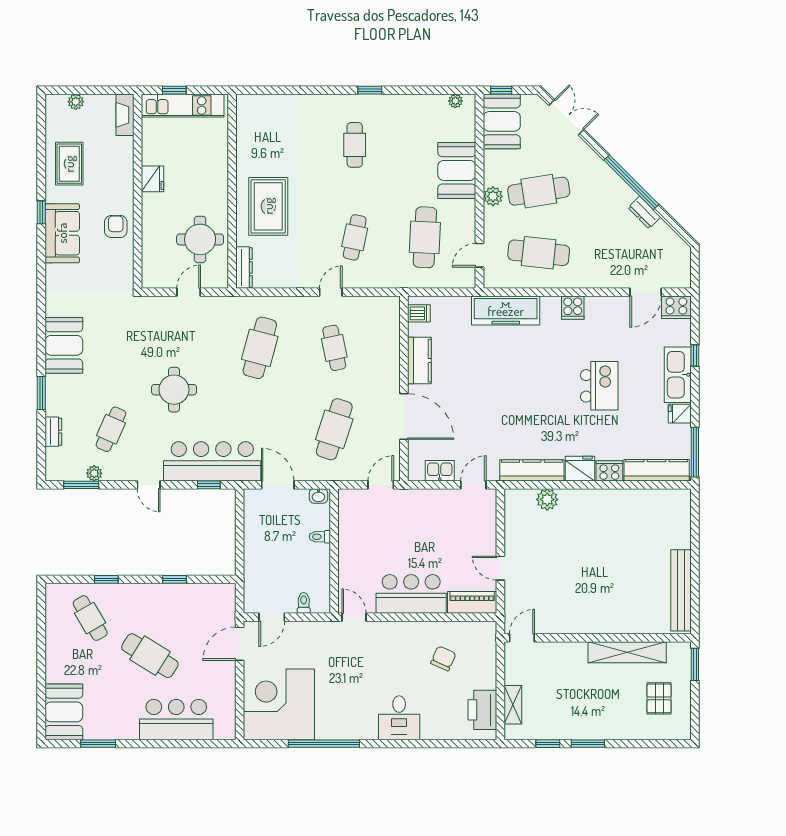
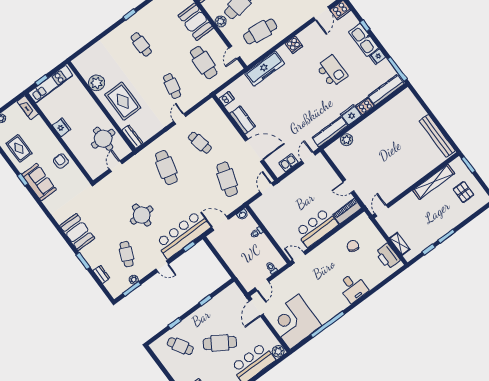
plant: (250, 153) -> (97, 83), added
plant: (225, 730) -> (278, 351), added

